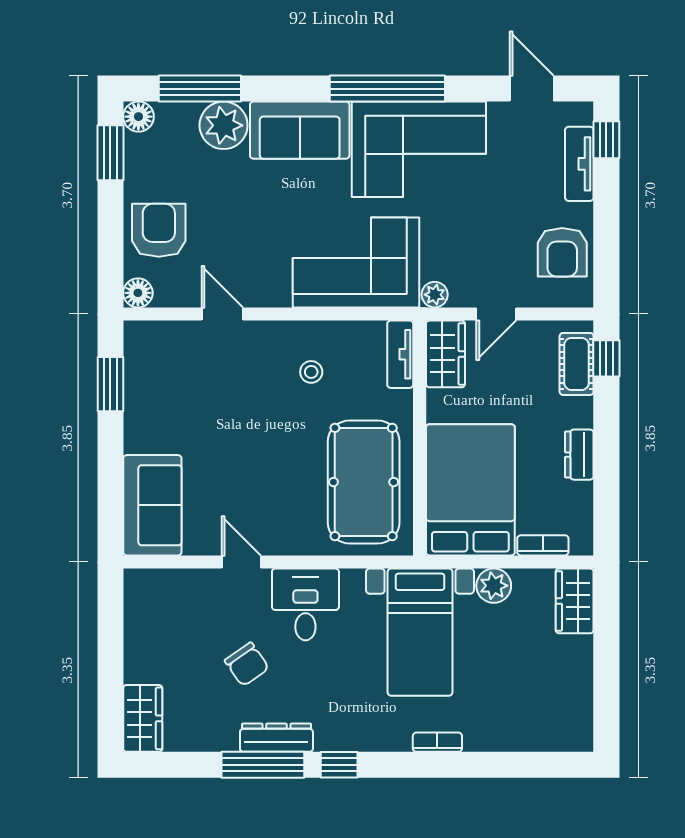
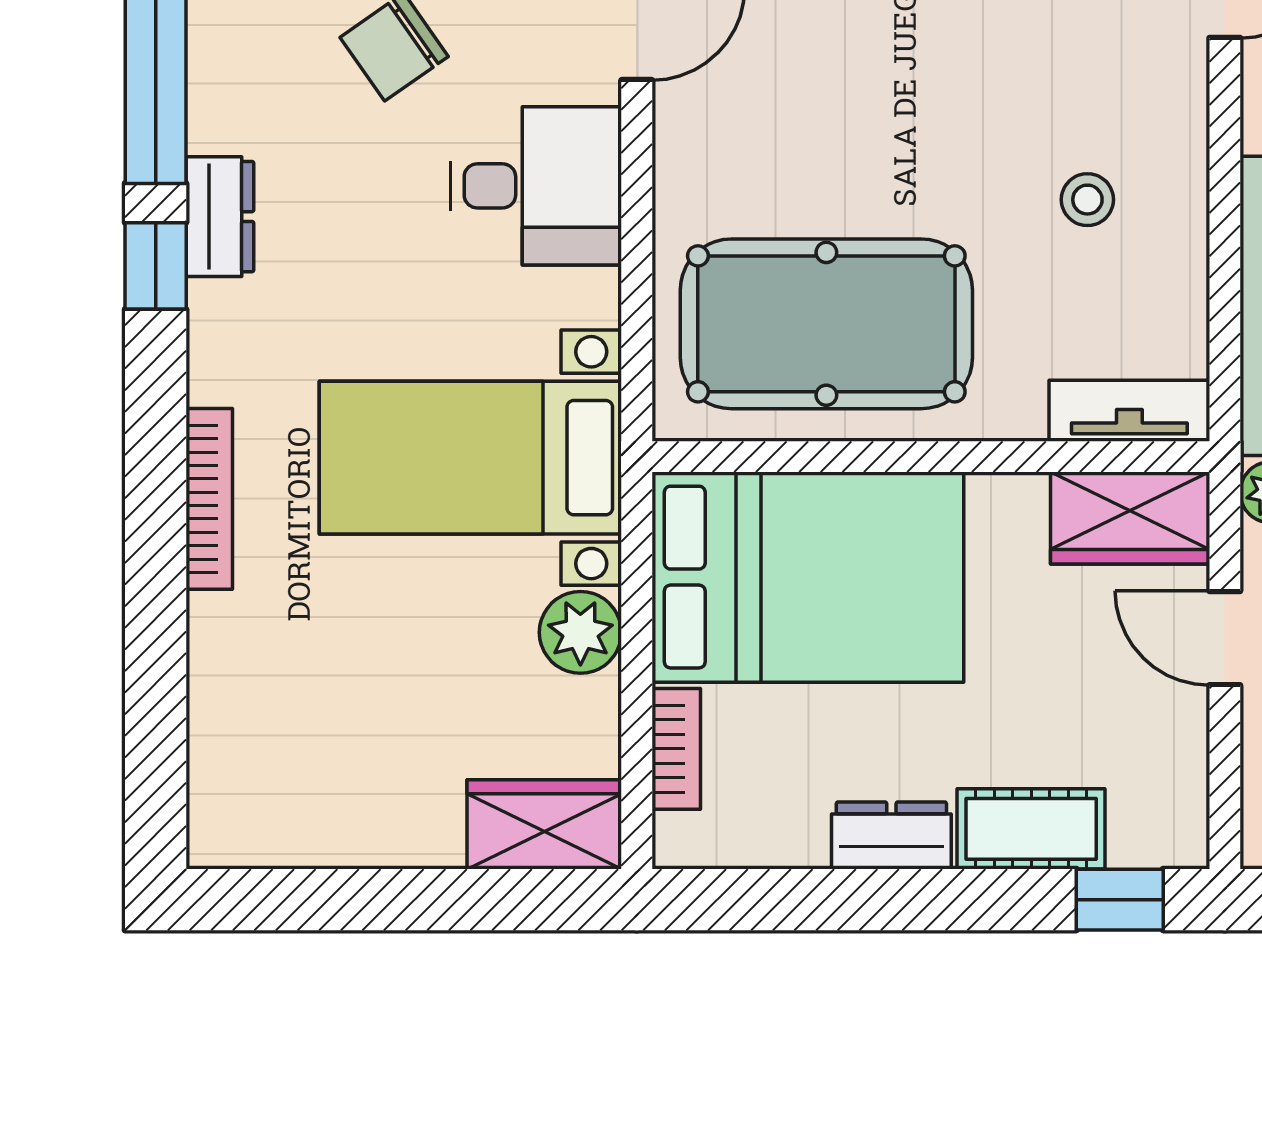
cot: (577, 364) -> (1031, 829), moved
dresser: (276, 738) -> (220, 217), moved, width x0.70
bookcase: (437, 742) -> (209, 499), width x1.56

